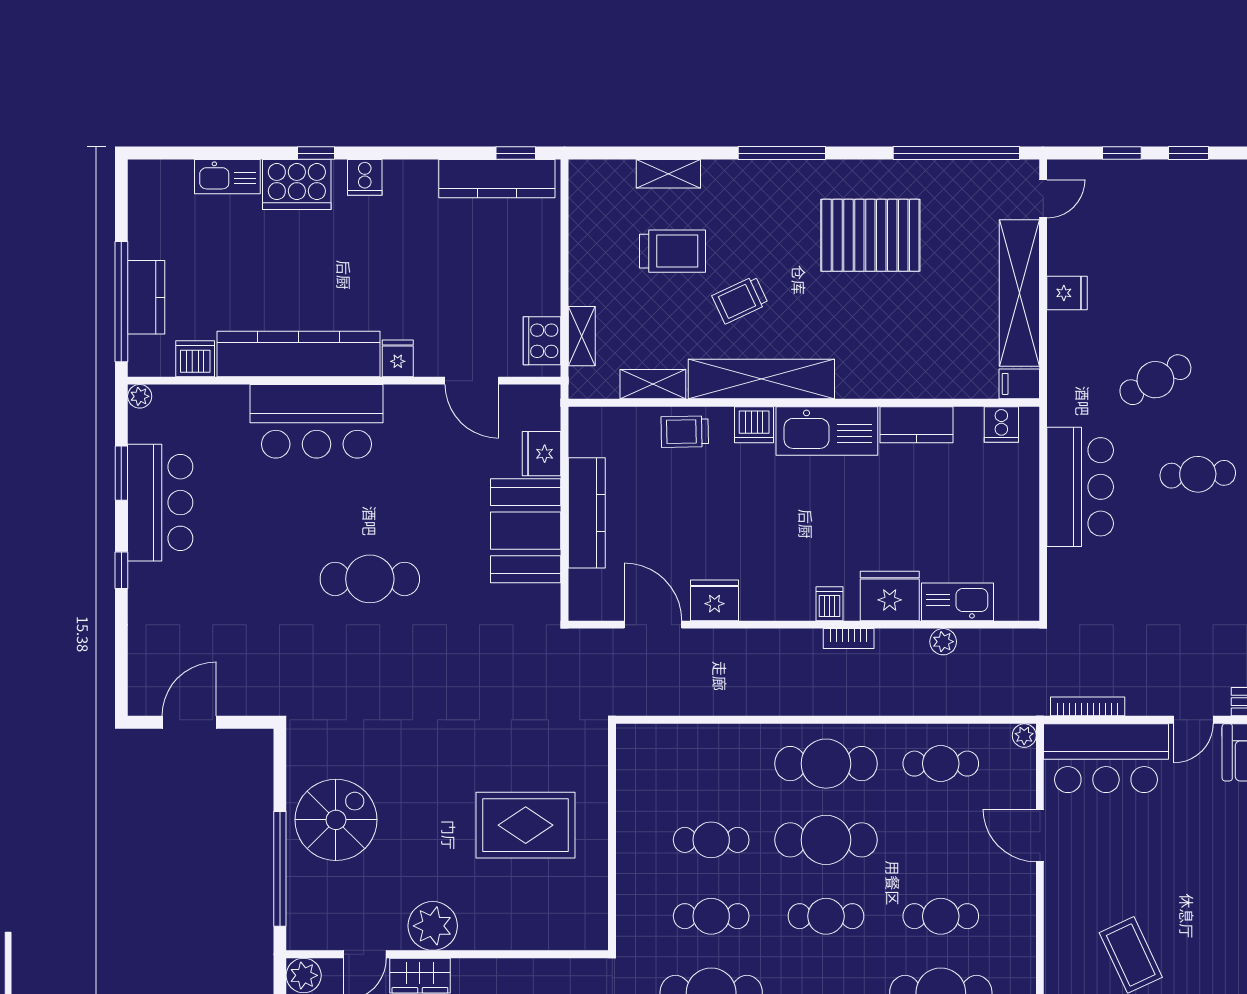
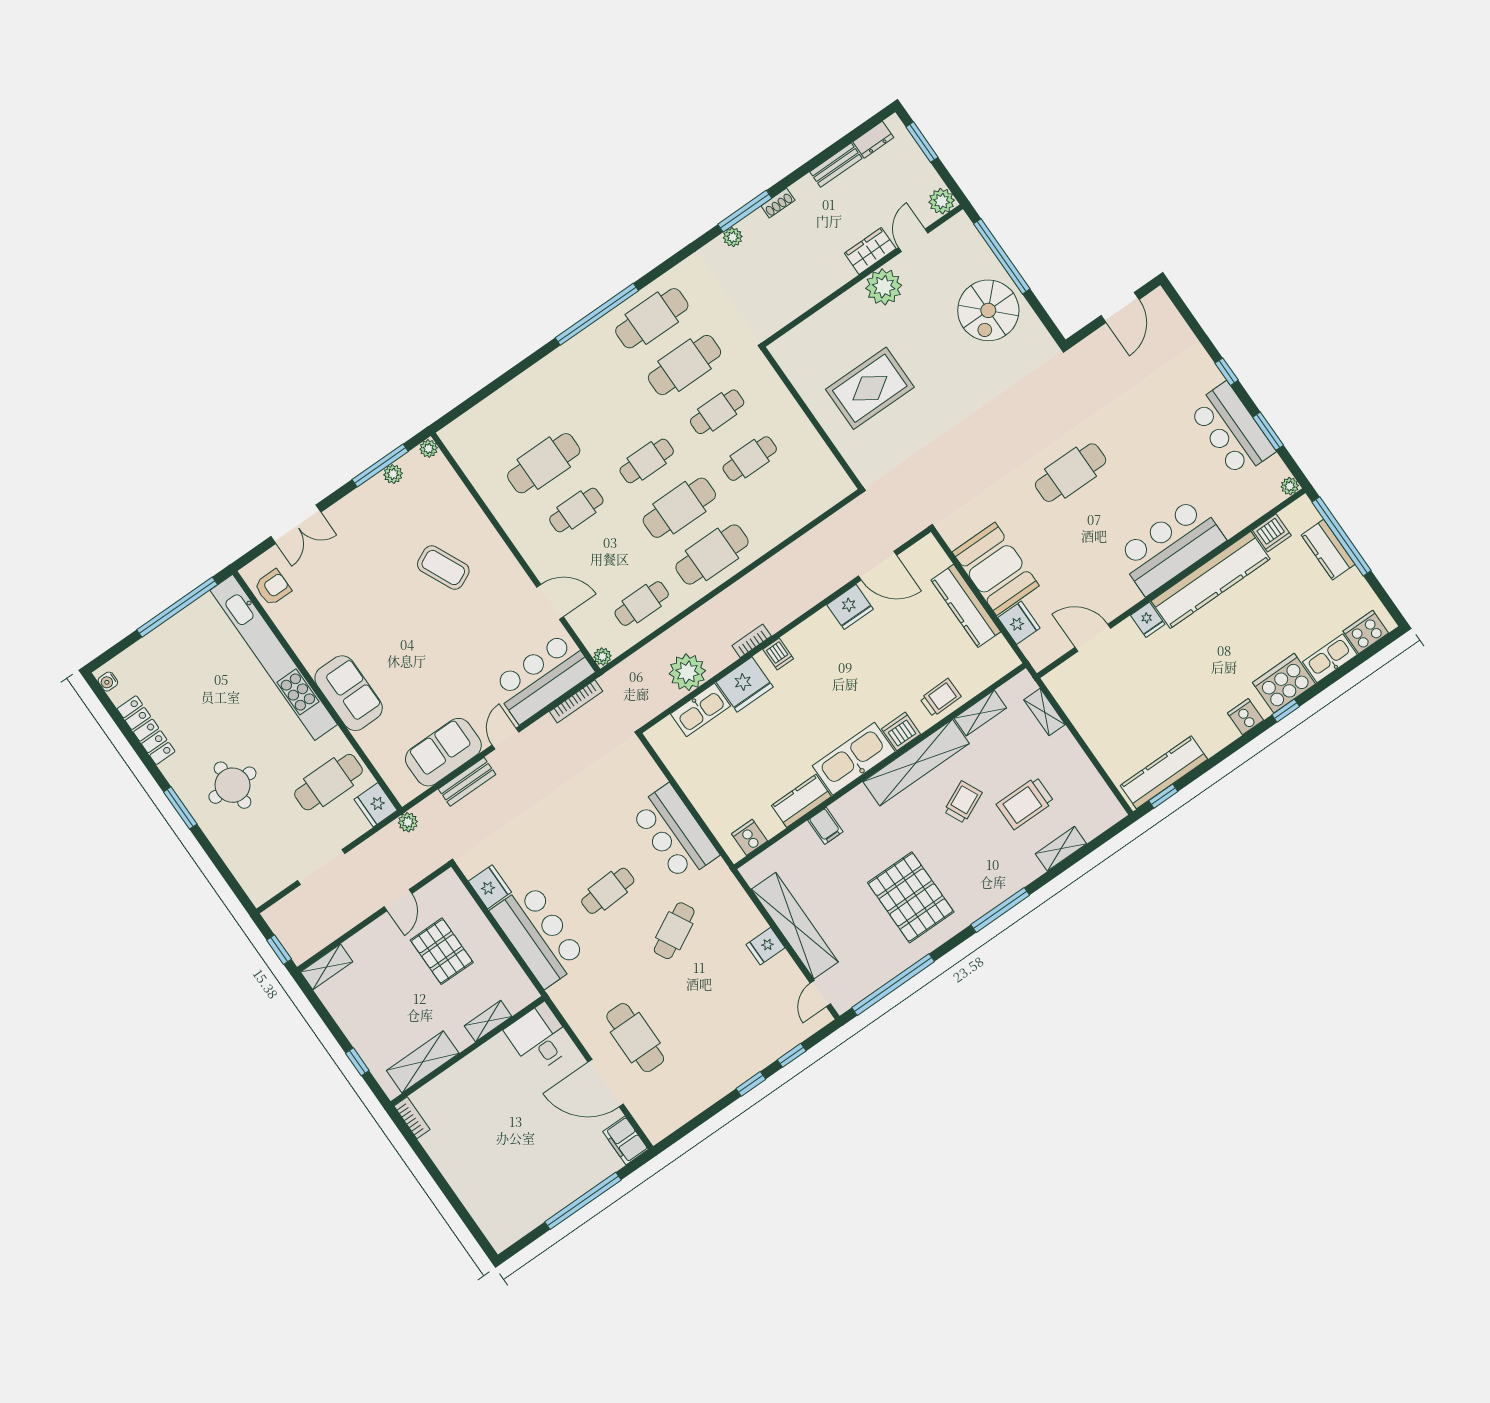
pallet: (870, 235) -> (911, 897), turned 90
cooker: (542, 341) -> (1366, 632), moved, turned -90
filing cabinet: (1019, 384) -> (825, 826), moved, turned 90
plant: (943, 642) -> (687, 672), width x1.87, depth x1.87

